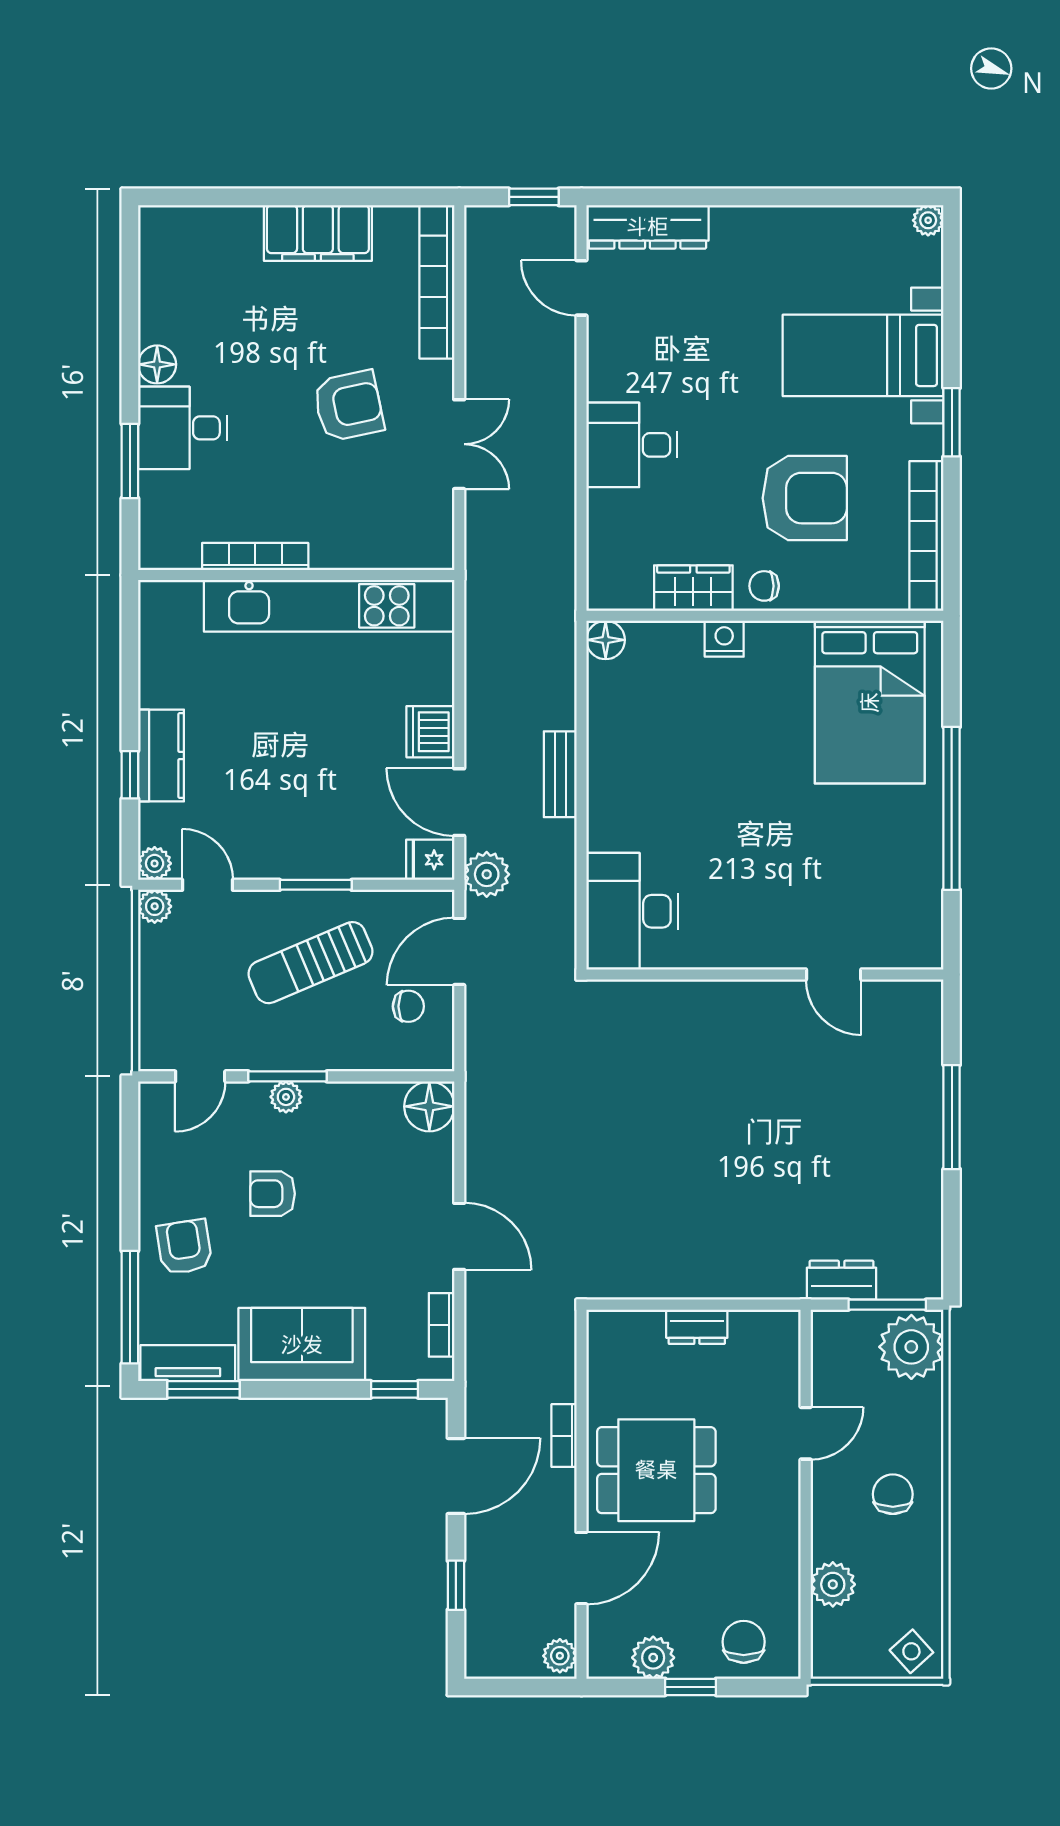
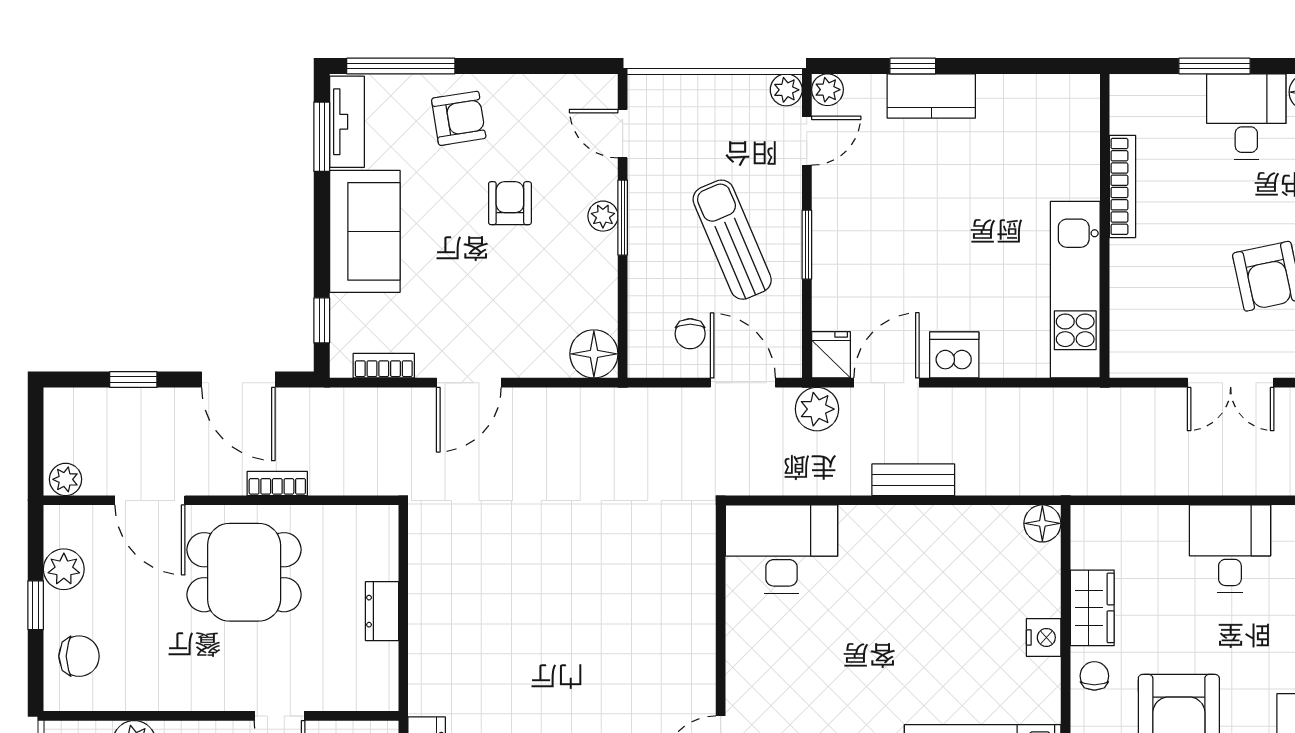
kitchen unit: (329, 606) -> (1075, 290), width x0.73
dining table: (656, 1470) -> (244, 572), turned 90

